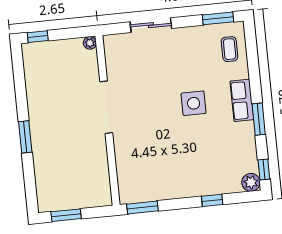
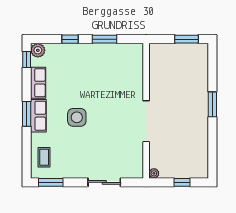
window: (38, 37) -> (182, 182), moved
window: (259, 119) -> (27, 114), moved
row of seats: (246, 142) -> (38, 83), added
window: (142, 207) -> (105, 39), moved

